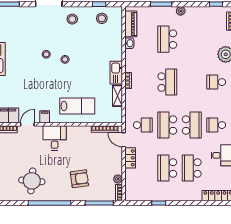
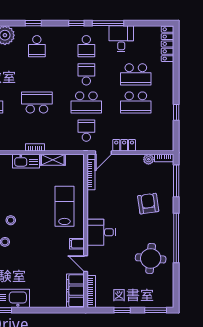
school desk: (192, 125) -> (86, 74), width x0.54

